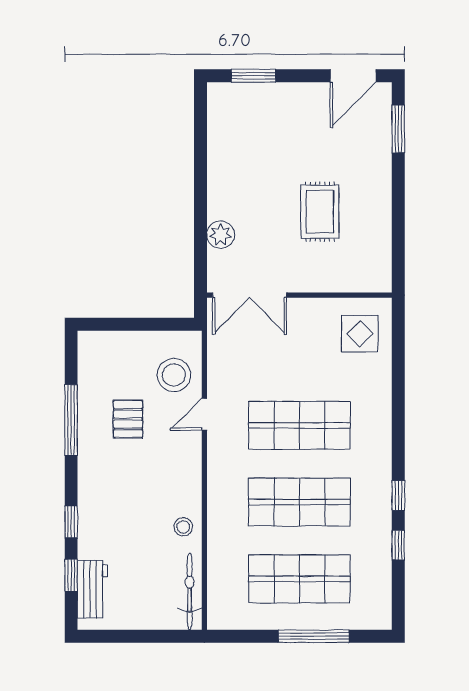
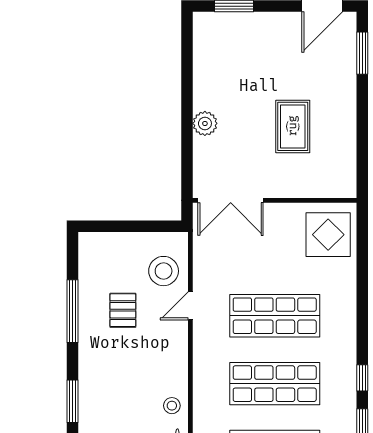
plant: (221, 235) -> (205, 123), moved
display table: (360, 334) -> (328, 235), width x1.36, depth x1.36
window: (71, 522) -> (73, 401), width x1.50

